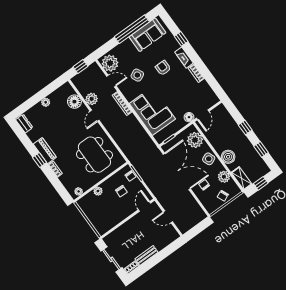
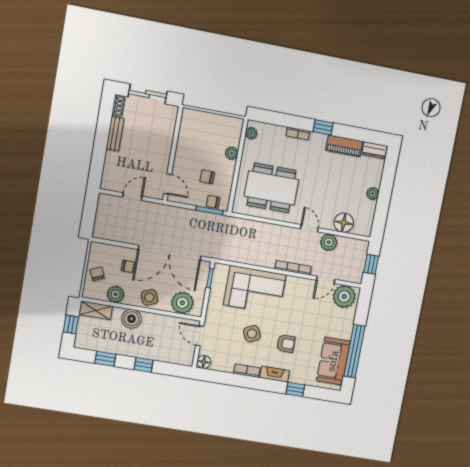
side table: (137, 75) -> (252, 334), moved
floor lamp: (189, 117) -> (204, 362), moved
piano: (45, 151) -> (344, 146), moved

